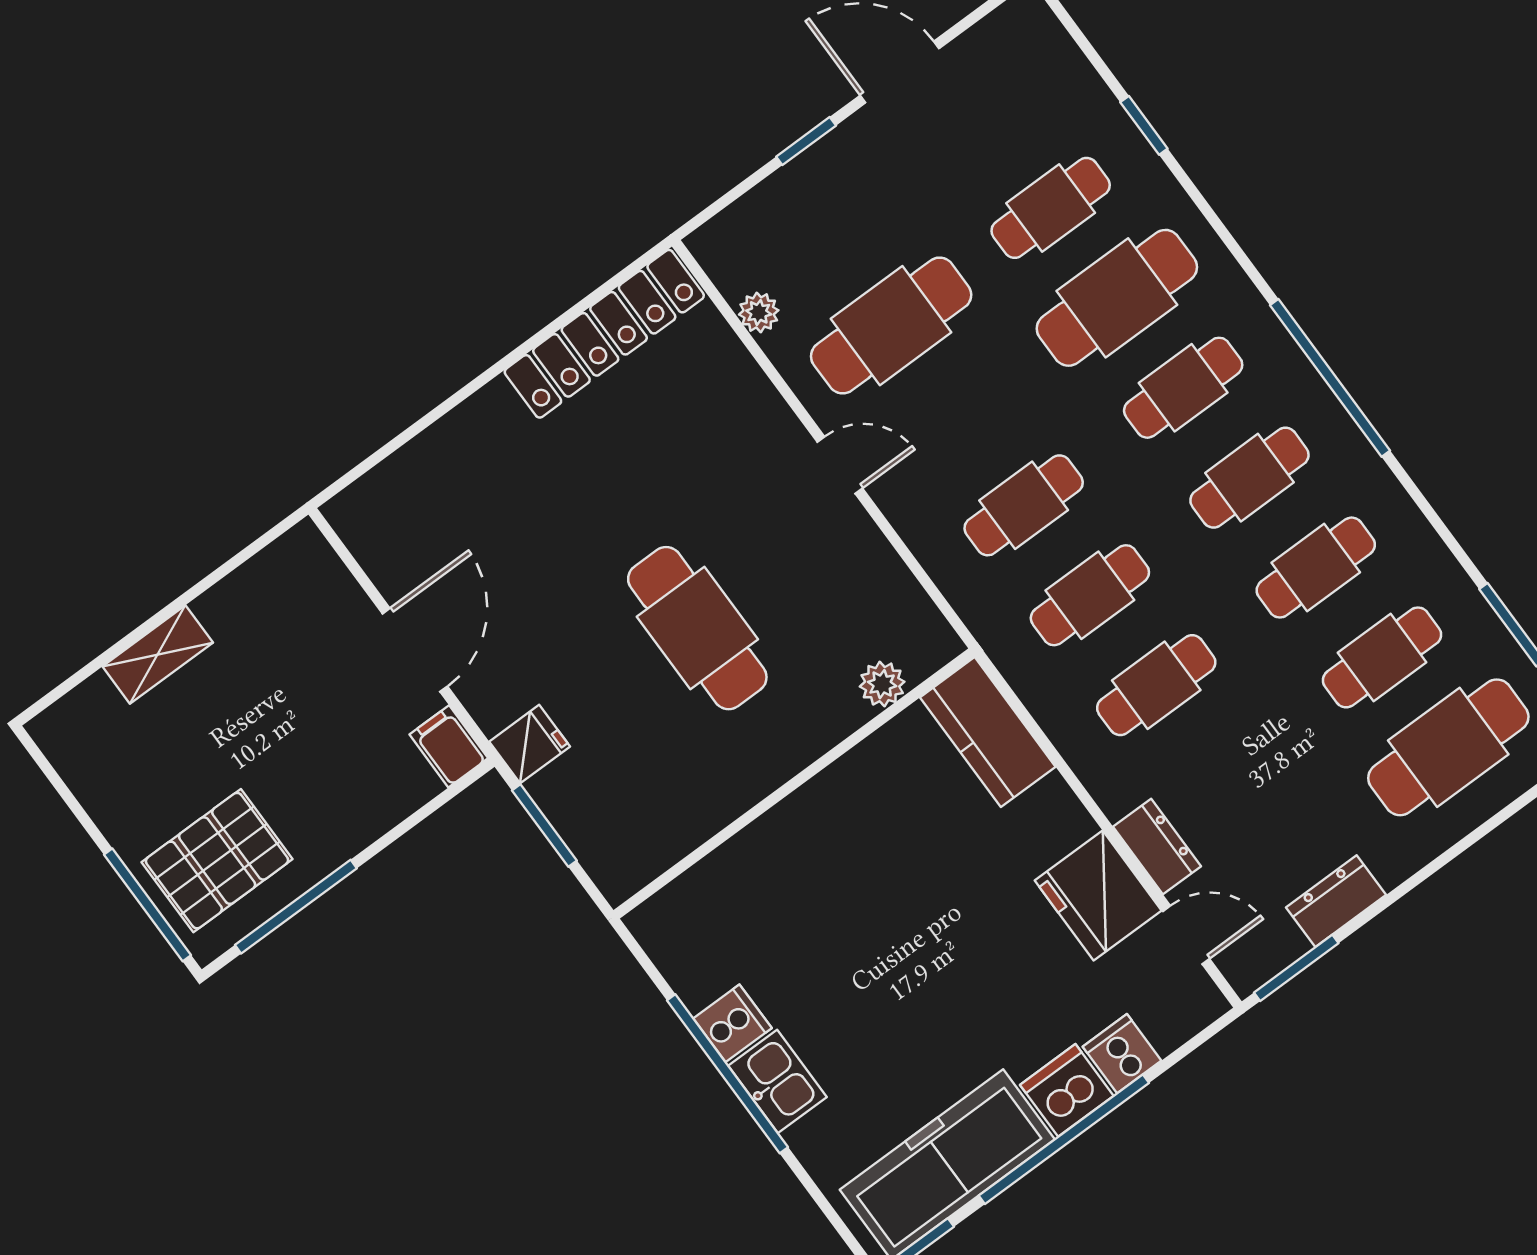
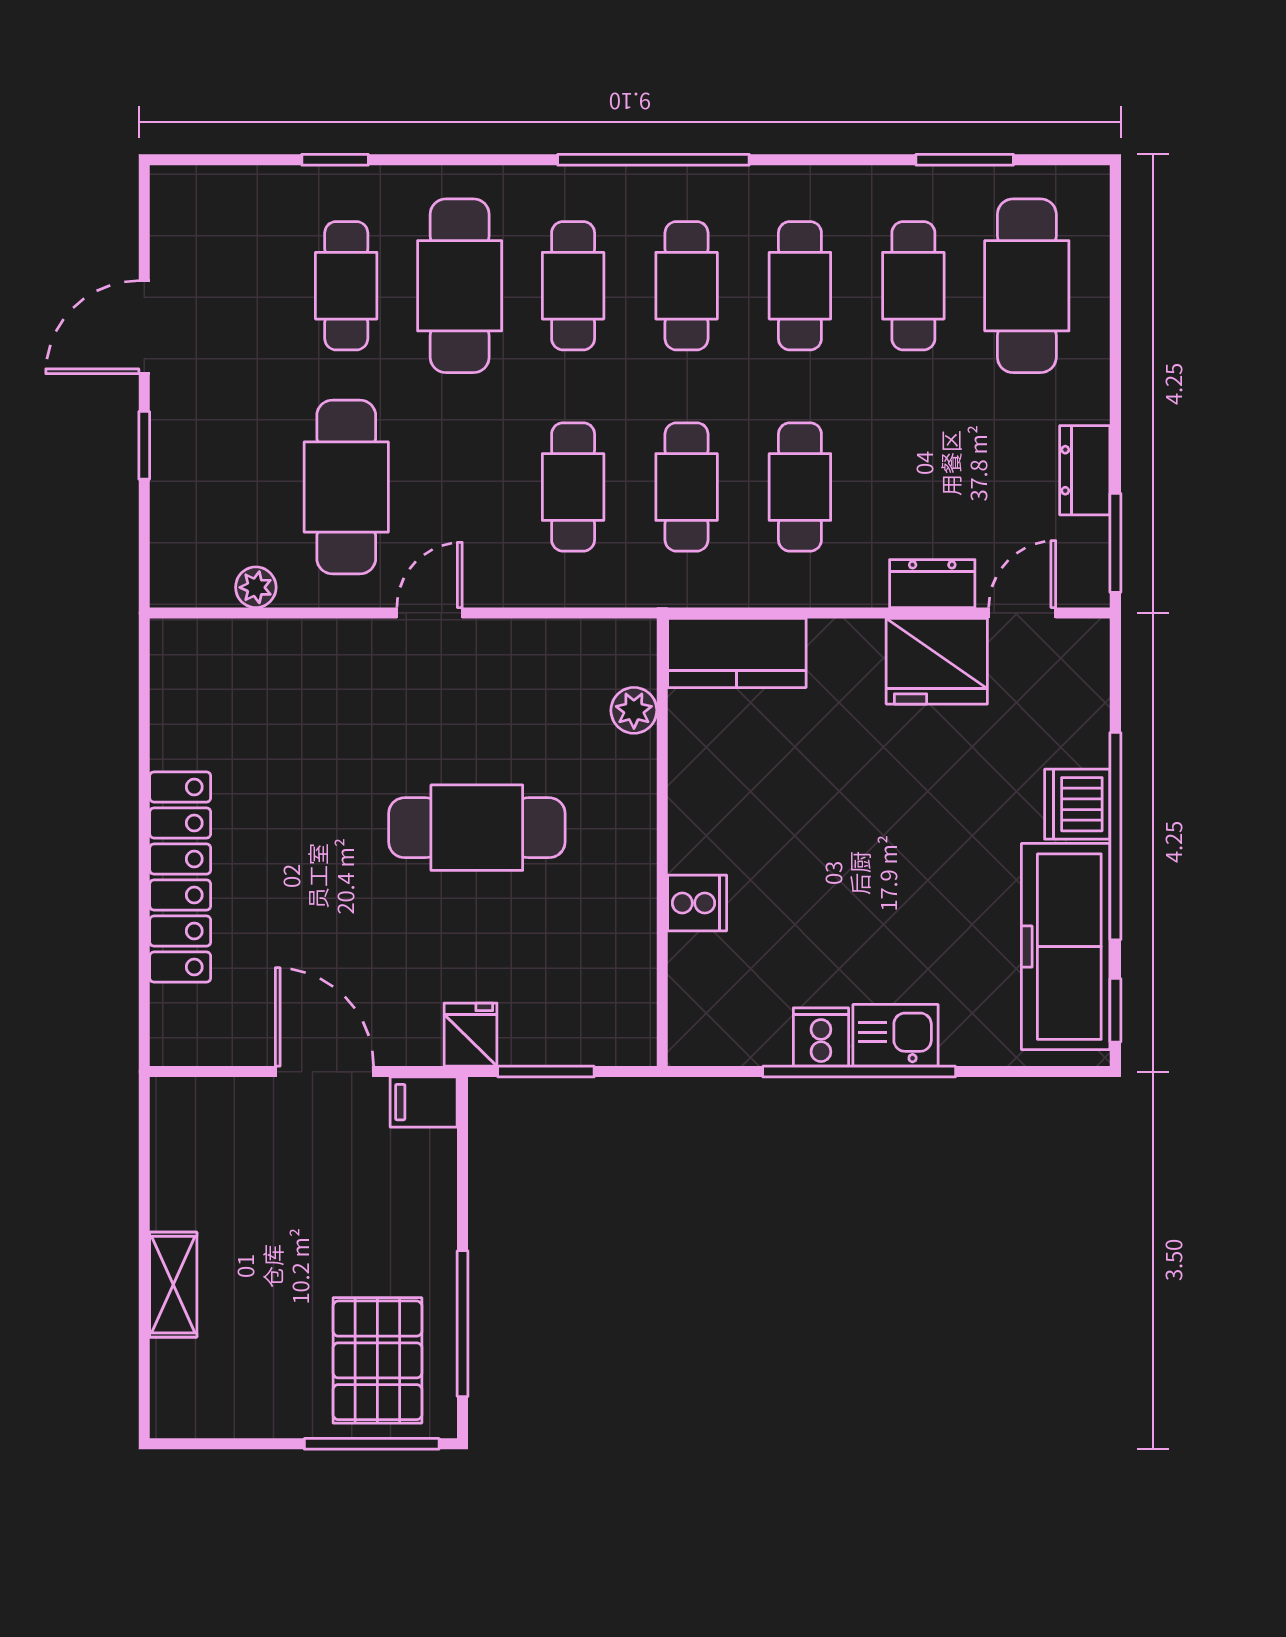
locker: (604, 334) -> (180, 877), moved
cooker: (1122, 1054) -> (697, 903), moved, turned 180

